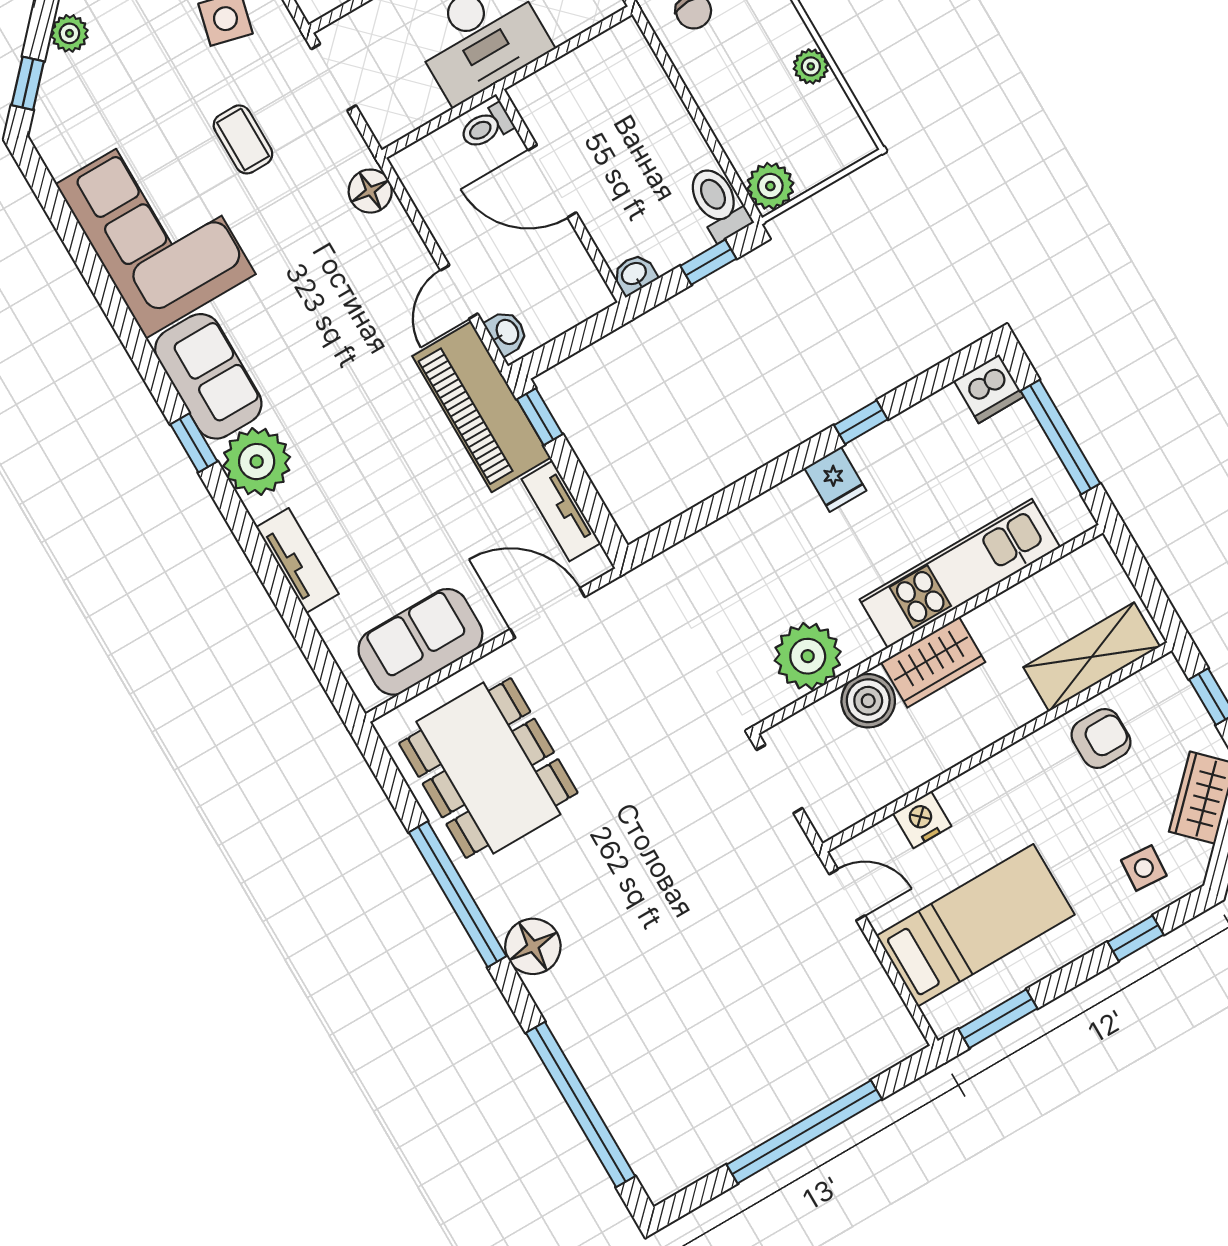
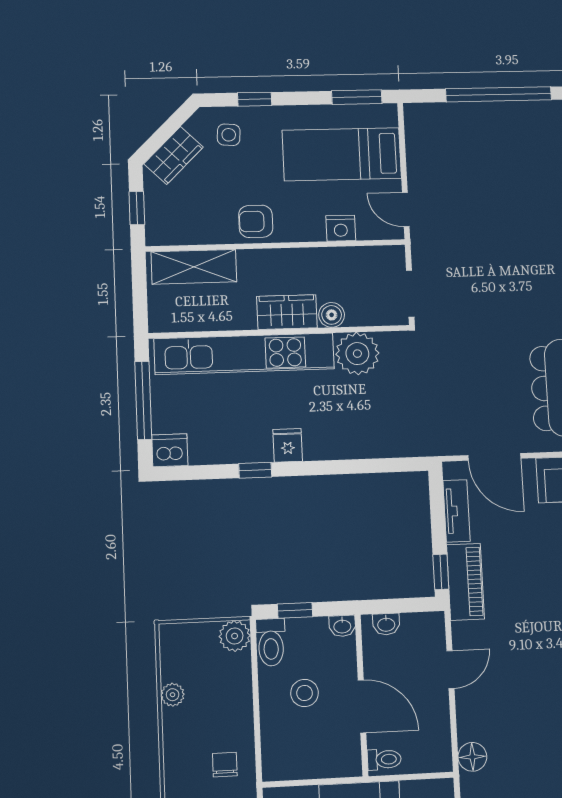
stool: (638, 159) -> (305, 693), added
washbasin: (507, 332) -> (386, 624), moved, turned -90
piano: (482, 407) -> (465, 582), width x0.73, depth x0.75
kitchen unit: (960, 573) -> (244, 354), width x1.36
boiler: (868, 701) -> (332, 315), width x0.73, depth x0.73
armchair: (1101, 738) -> (256, 221), moved

